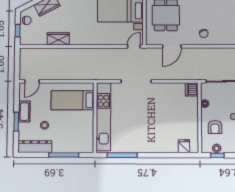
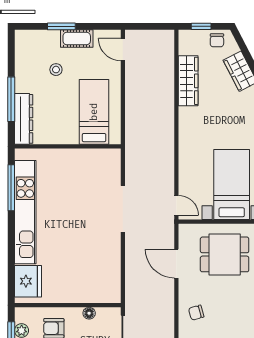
wardrobe: (58, 39) -> (188, 81), width x1.50
dishwasher: (192, 89) -> (111, 294), removed
kitchen unit: (103, 117) -> (25, 212), moved, turned -90
fridge: (184, 146) -> (28, 281), width x1.88, depth x1.34
dresser: (35, 147) -> (24, 119), moved

